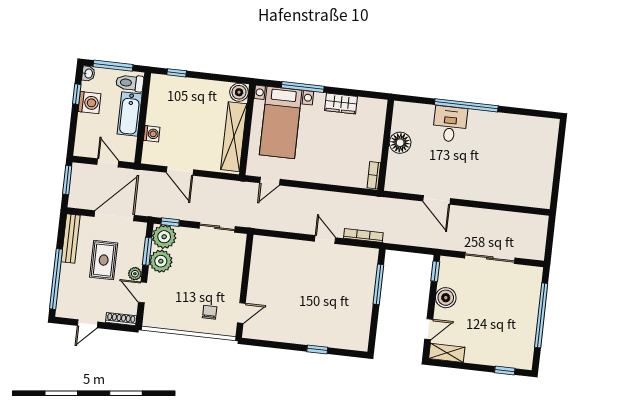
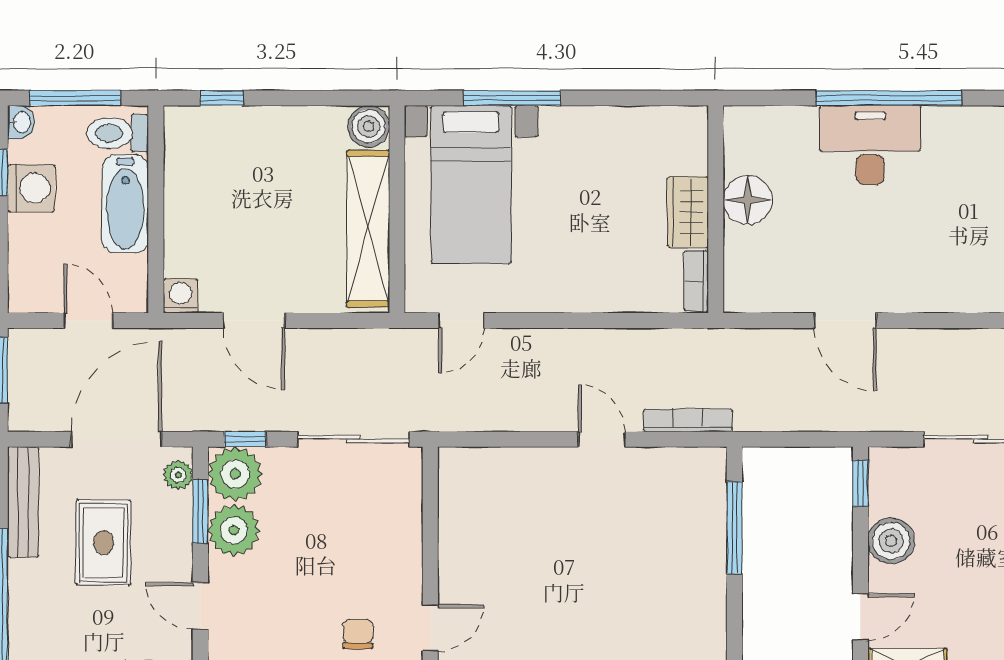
wardrobe: (341, 104) -> (688, 212), moved, turned 90
desk: (450, 124) -> (870, 145), width x1.37
washing machine: (152, 134) -> (181, 296), moved, turned -90
sliding door: (217, 227) -> (353, 439), width x1.37
plant: (135, 274) -> (178, 475), moved

